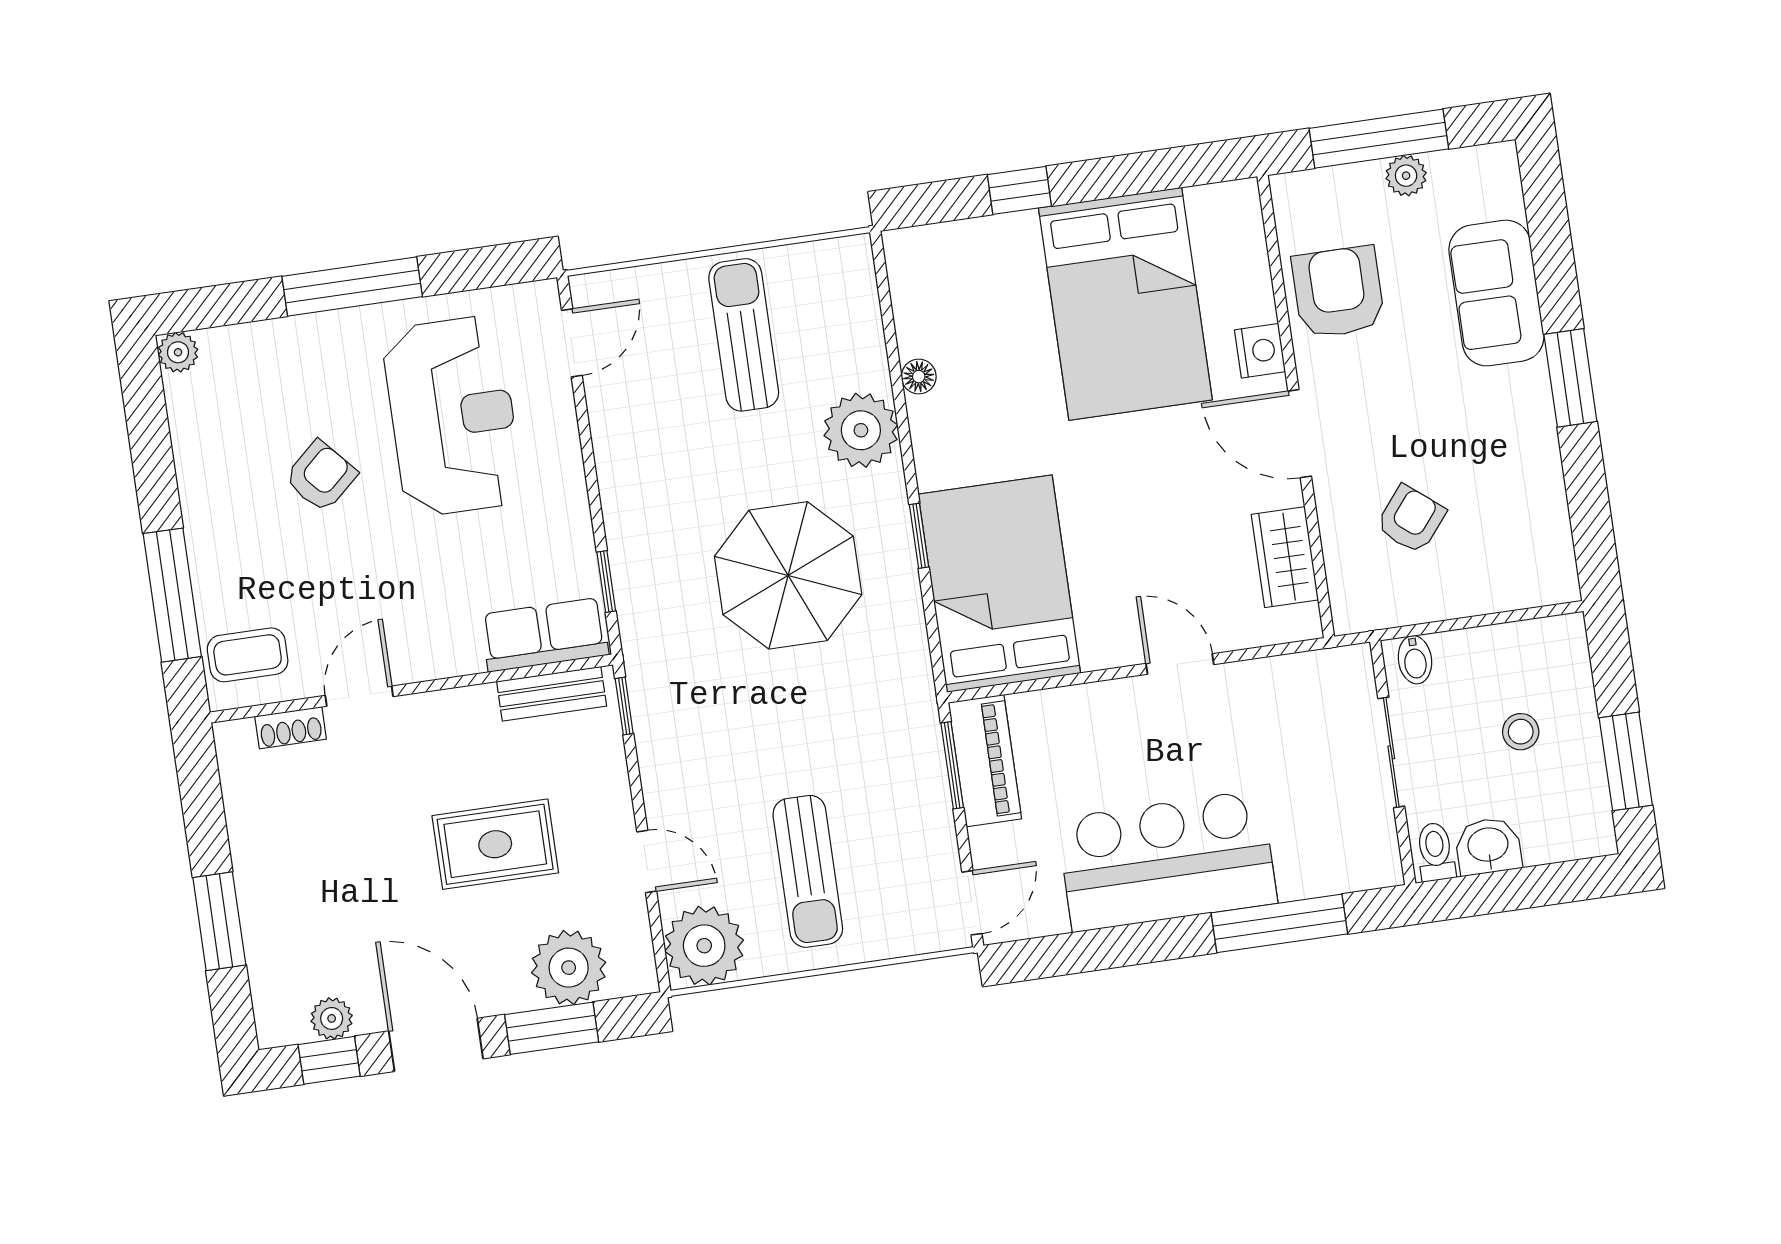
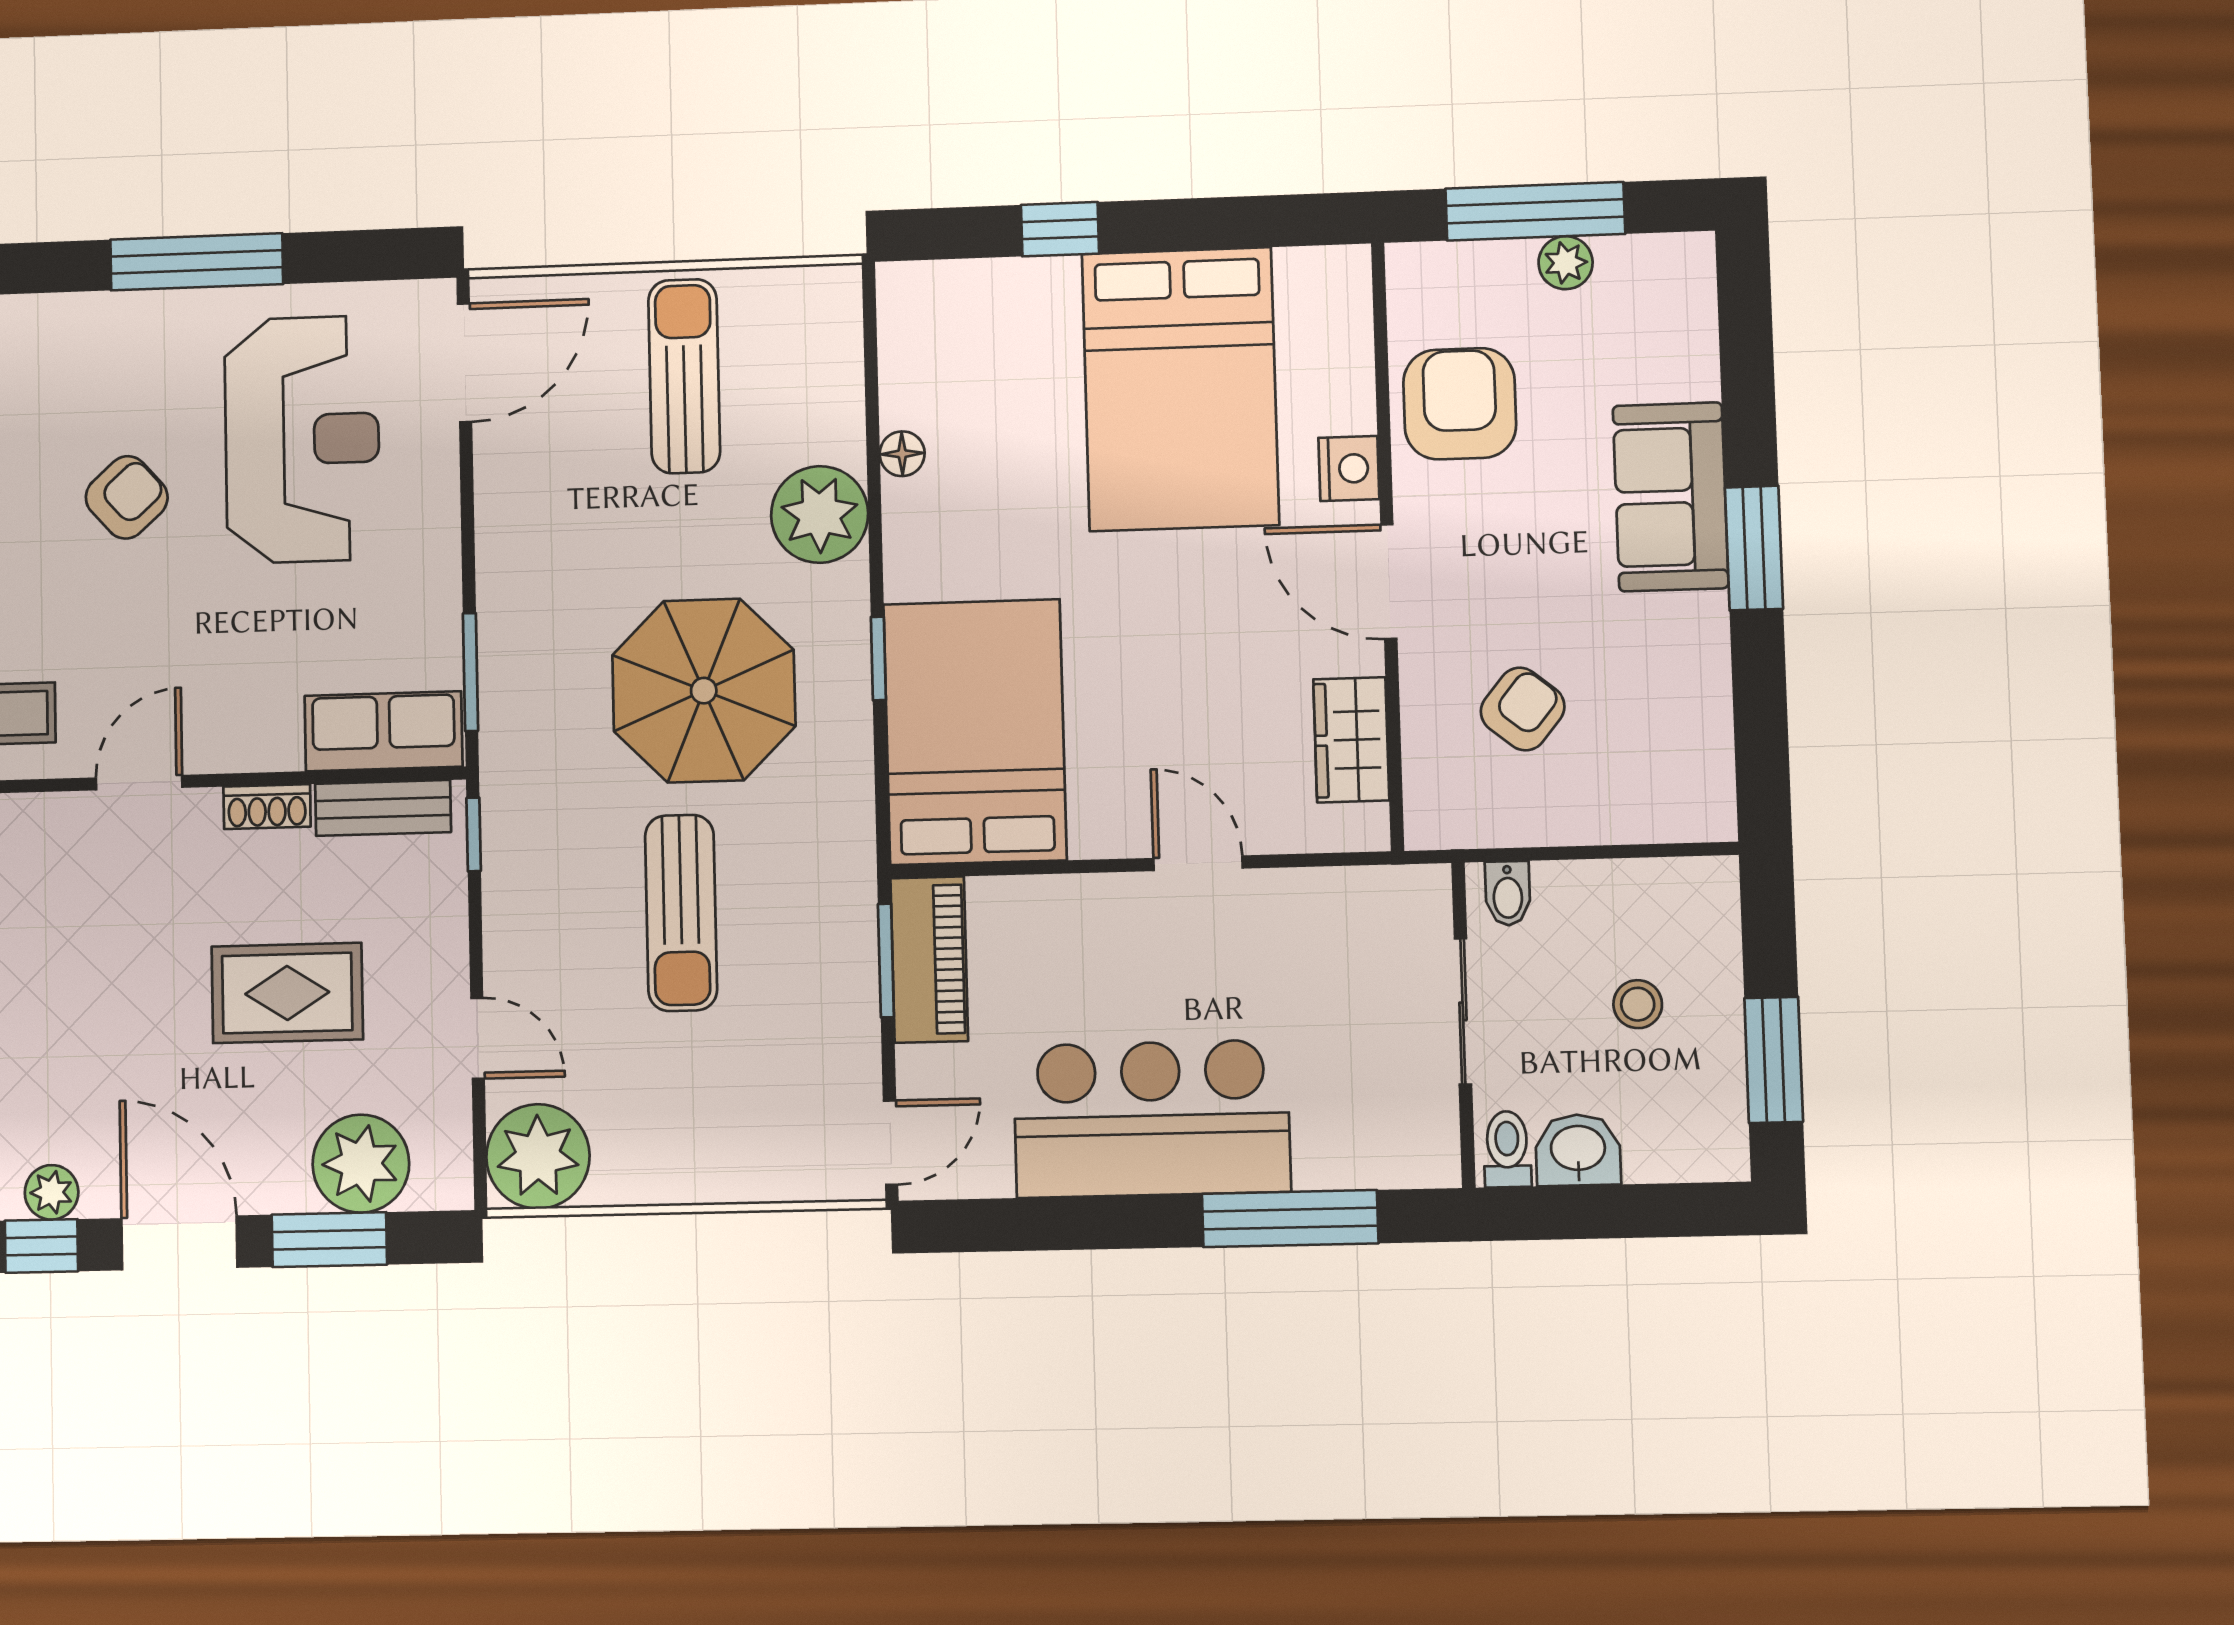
sofa: (1496, 293) -> (1671, 497), moved
door: (572, 343) -> (465, 363), width x1.38
window: (606, 582) -> (470, 672), width x1.50
shoe rack: (291, 728) -> (267, 807), moved
sun lounger: (808, 871) -> (681, 913), moved

